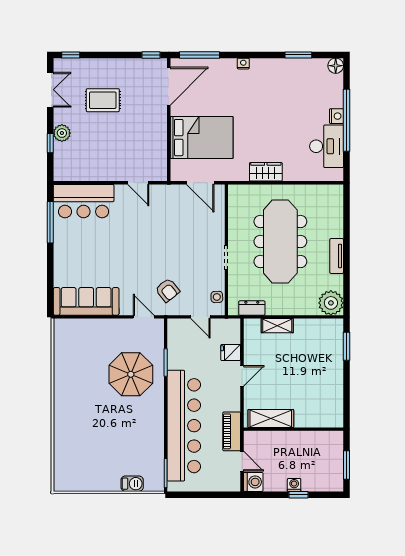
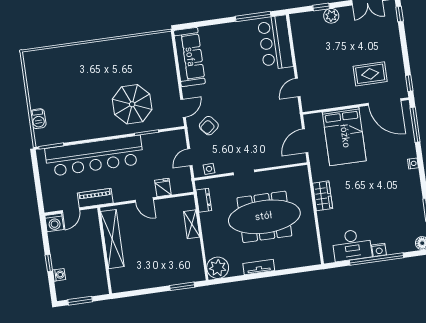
rug: (103, 100) -> (370, 74), moved, turned 90
shelving: (271, 419) -> (112, 239), width x1.47
washing machine: (294, 485) -> (59, 275), moved

